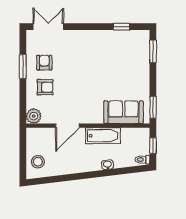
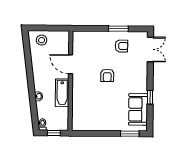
window: (121, 27) -> (150, 97), moved
armchair: (45, 87) -> (107, 75), moved
window: (153, 107) -> (85, 133), removed
sofa: (123, 112) -> (138, 109), moved, turned 180
plant: (34, 116) -> (78, 37), removed

